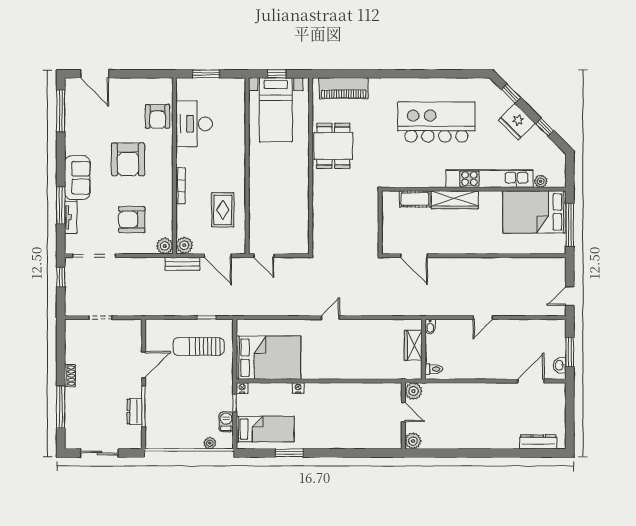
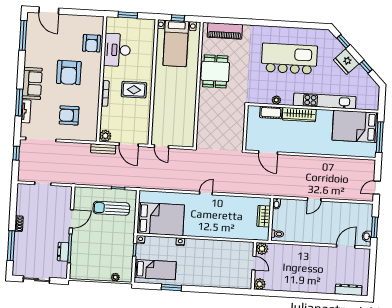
plant: (541, 181) -> (276, 100), moved
rug: (223, 210) -> (134, 90), moved, turned 90
plant: (165, 246) -> (91, 136), removed
barbecue: (226, 422) -> (128, 263), removed

